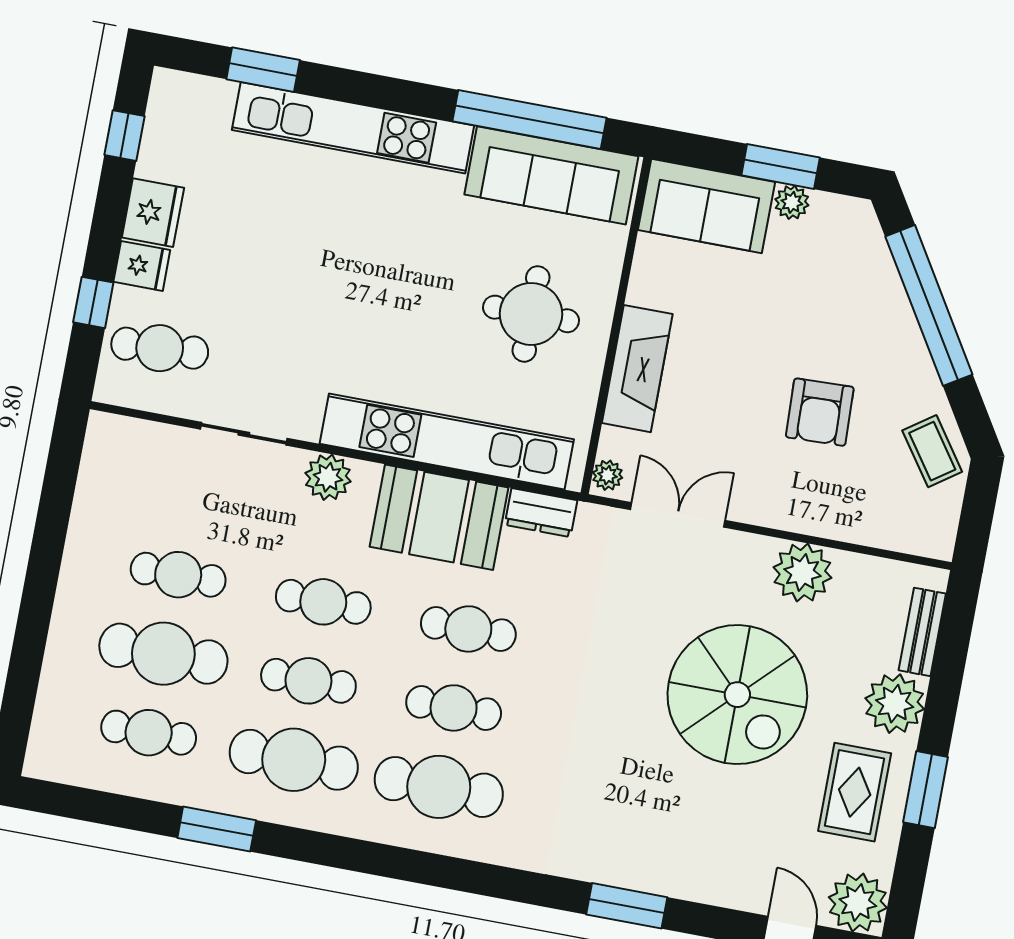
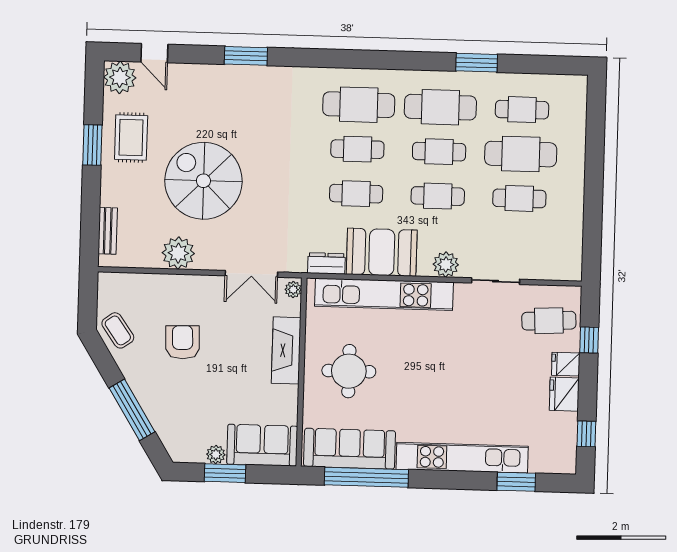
window: (929, 305) -> (132, 410), width x0.68
plant: (895, 704) -> (117, 189), removed

